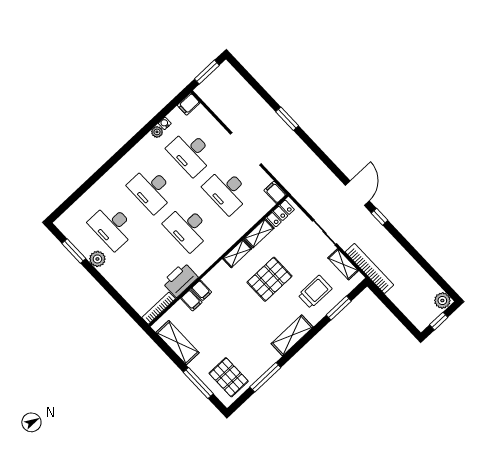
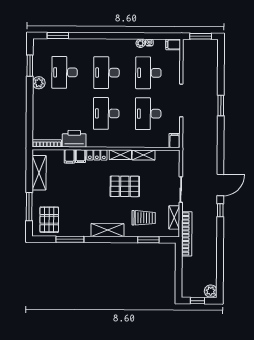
window: (73, 198) -> (58, 36), added
locker: (281, 213) -> (97, 155), moved

